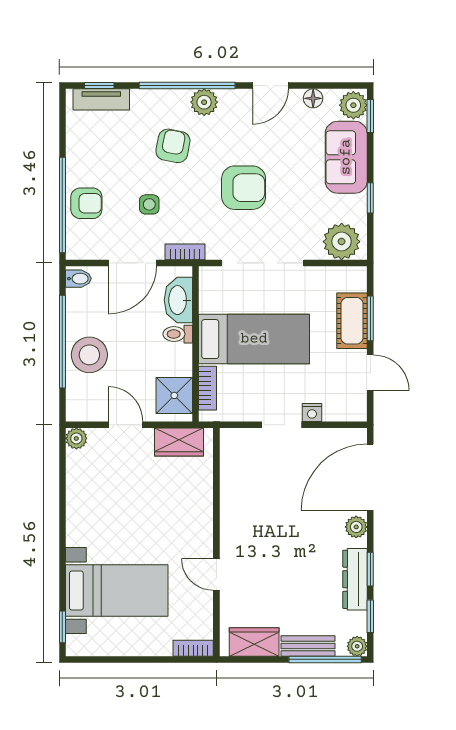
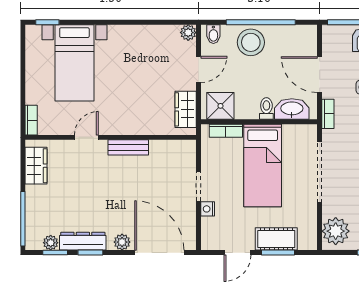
bidet: (78, 279) -> (213, 34), moved
bench: (308, 646) -> (128, 147), moved, turned 90
plant: (357, 646) -> (51, 243), moved

